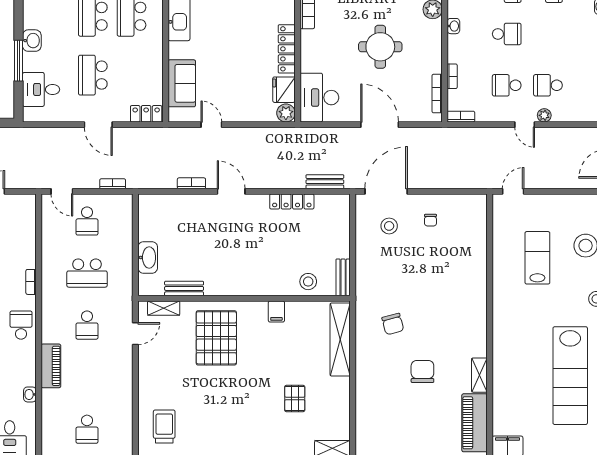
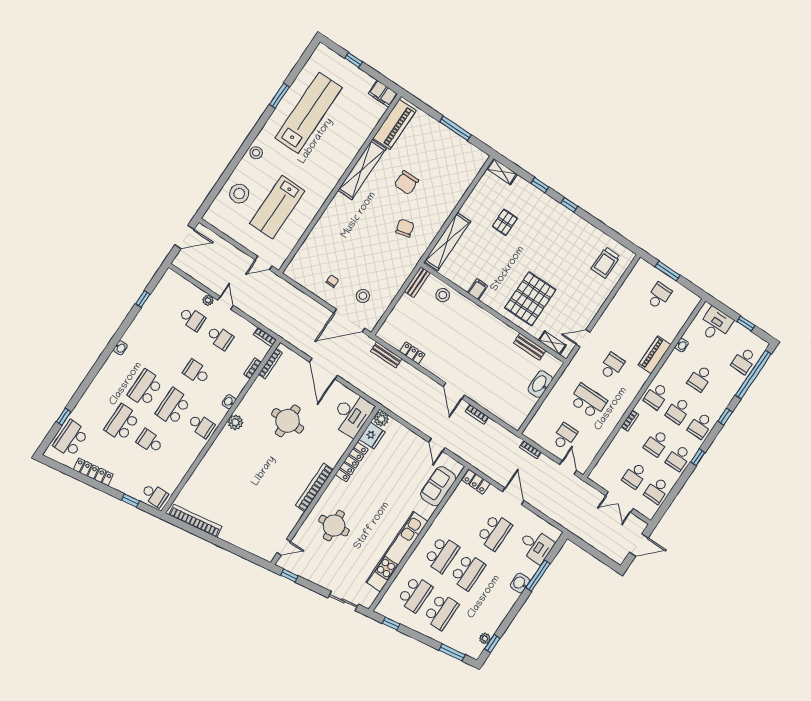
locker: (292, 201) -> (412, 353), width x0.66
lab bench: (537, 258) -> (277, 207), width x1.36, depth x1.39
shelving: (479, 375) -> (362, 169), width x2.20, depth x1.33

